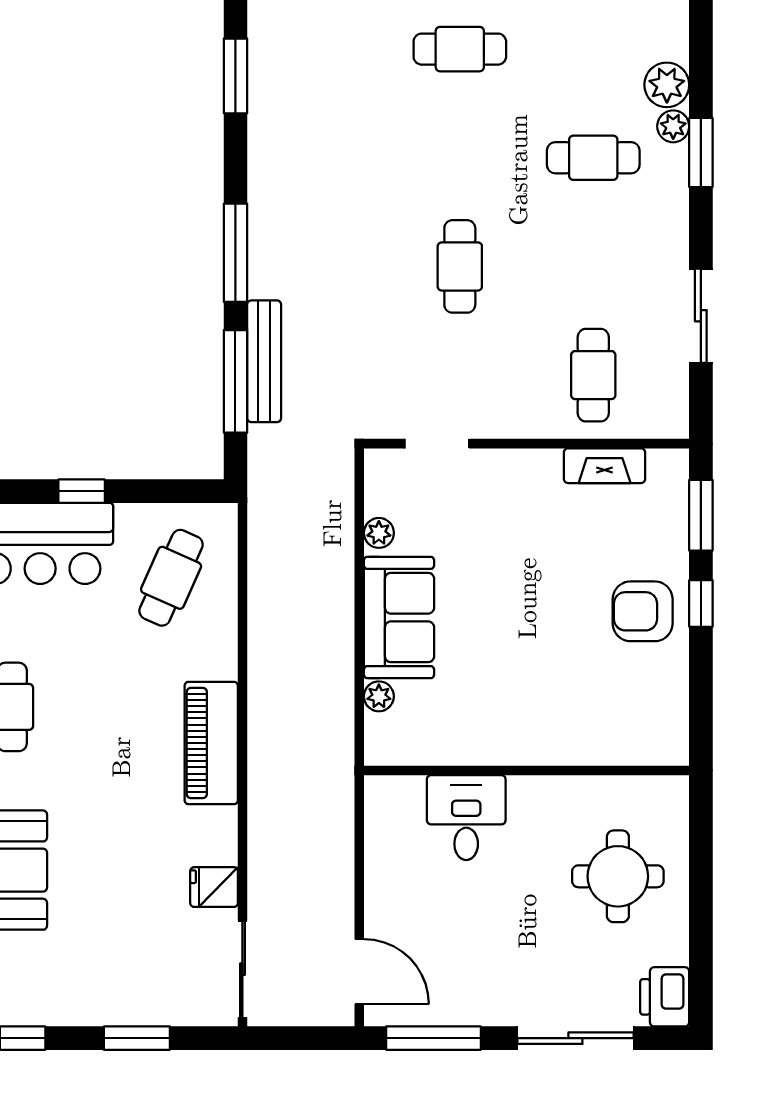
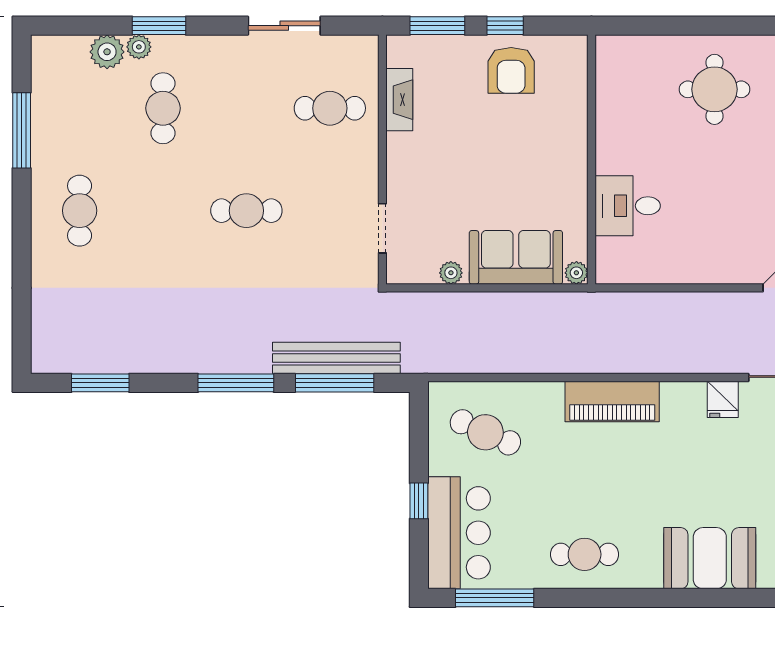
bench: (264, 361) -> (336, 358), width x1.37, depth x1.21
wall: (527, 770) -> (591, 159), moved
desk: (466, 818) -> (628, 206), moved

